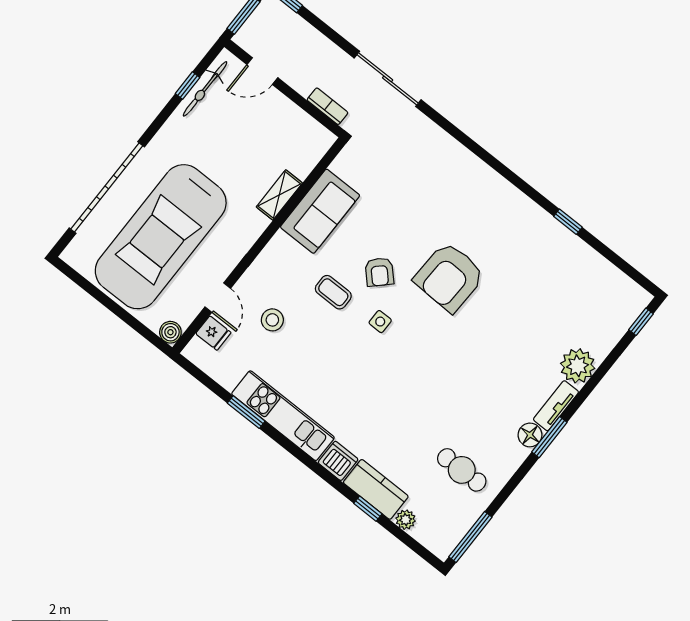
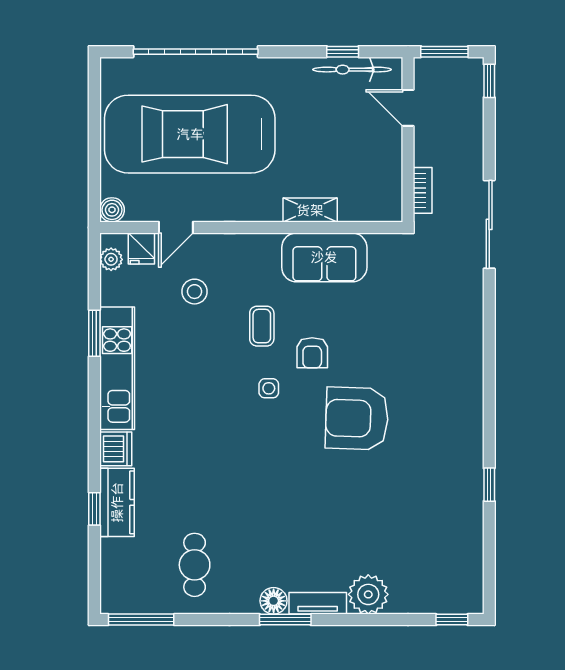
armchair: (379, 272) -> (312, 353), turned -46
plant: (406, 520) -> (111, 259), moved

